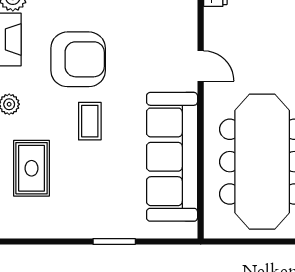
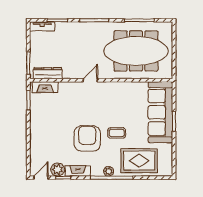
sofa: (172, 157) -> (160, 112), moved, turned 90
rug: (32, 168) -> (139, 161), width x1.36, depth x1.43

